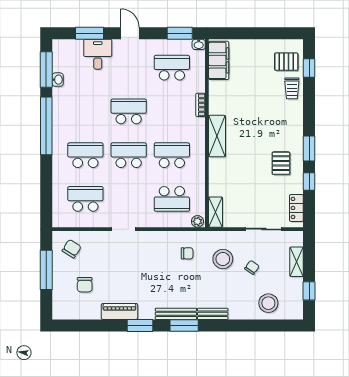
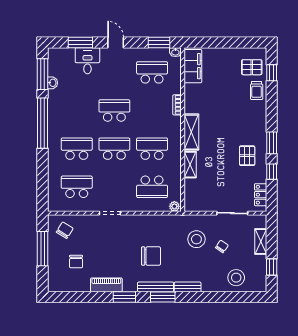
shelving: (216, 212) -> (190, 165), moved
chair: (187, 253) -> (151, 256), moved, width x1.87, depth x1.87

